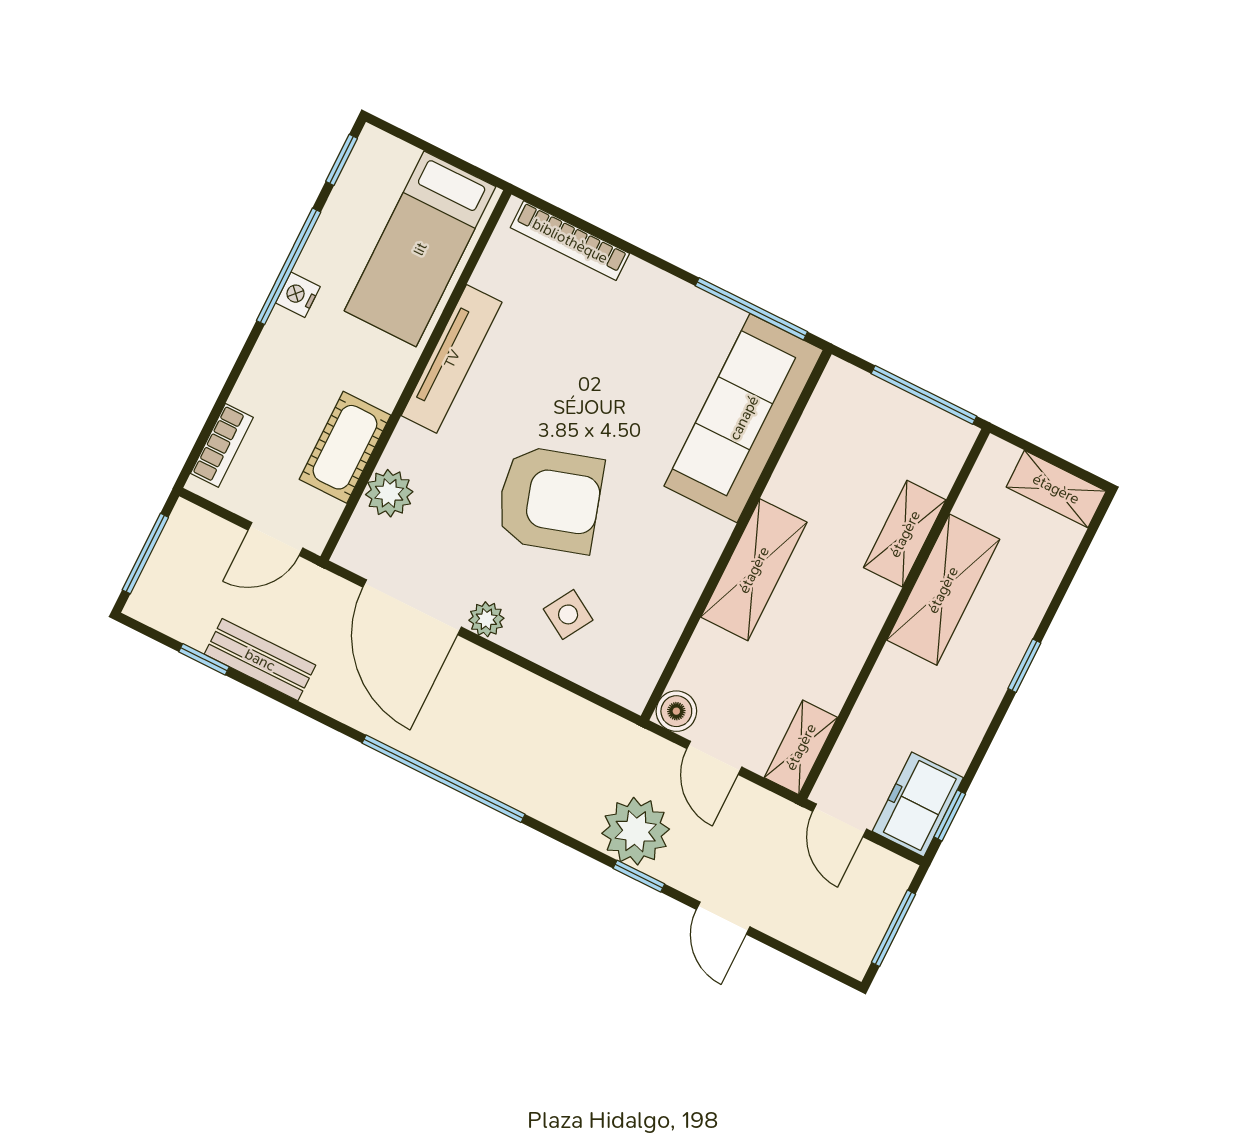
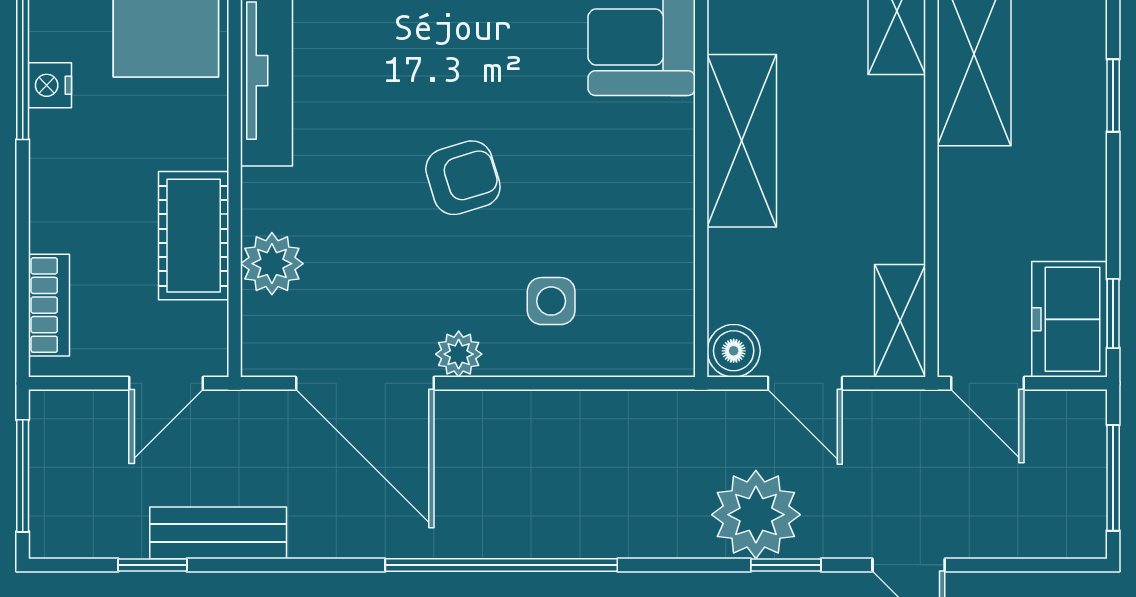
armchair: (550, 500) -> (463, 178), width x0.53, depth x0.53
side table: (568, 614) -> (551, 301), turned -31

